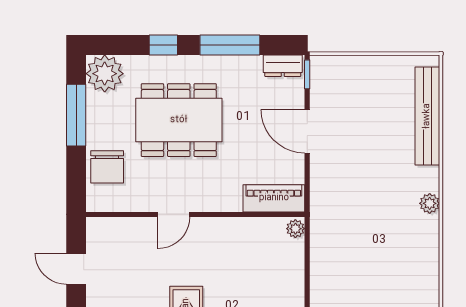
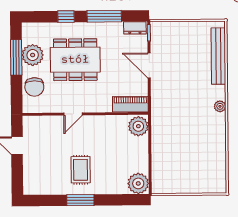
plant: (105, 74) -> (33, 55), moved
plant: (295, 229) -> (138, 126), width x1.87, depth x1.87

